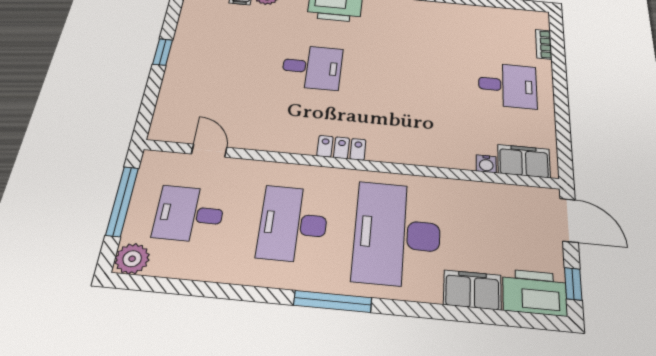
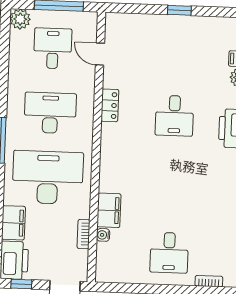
locker: (341, 148) -> (110, 105), moved
door: (209, 151) -> (100, 54), swing flipped
filing cabinet: (524, 161) -> (109, 210), moved
bookcase: (486, 190) -> (84, 234), added

